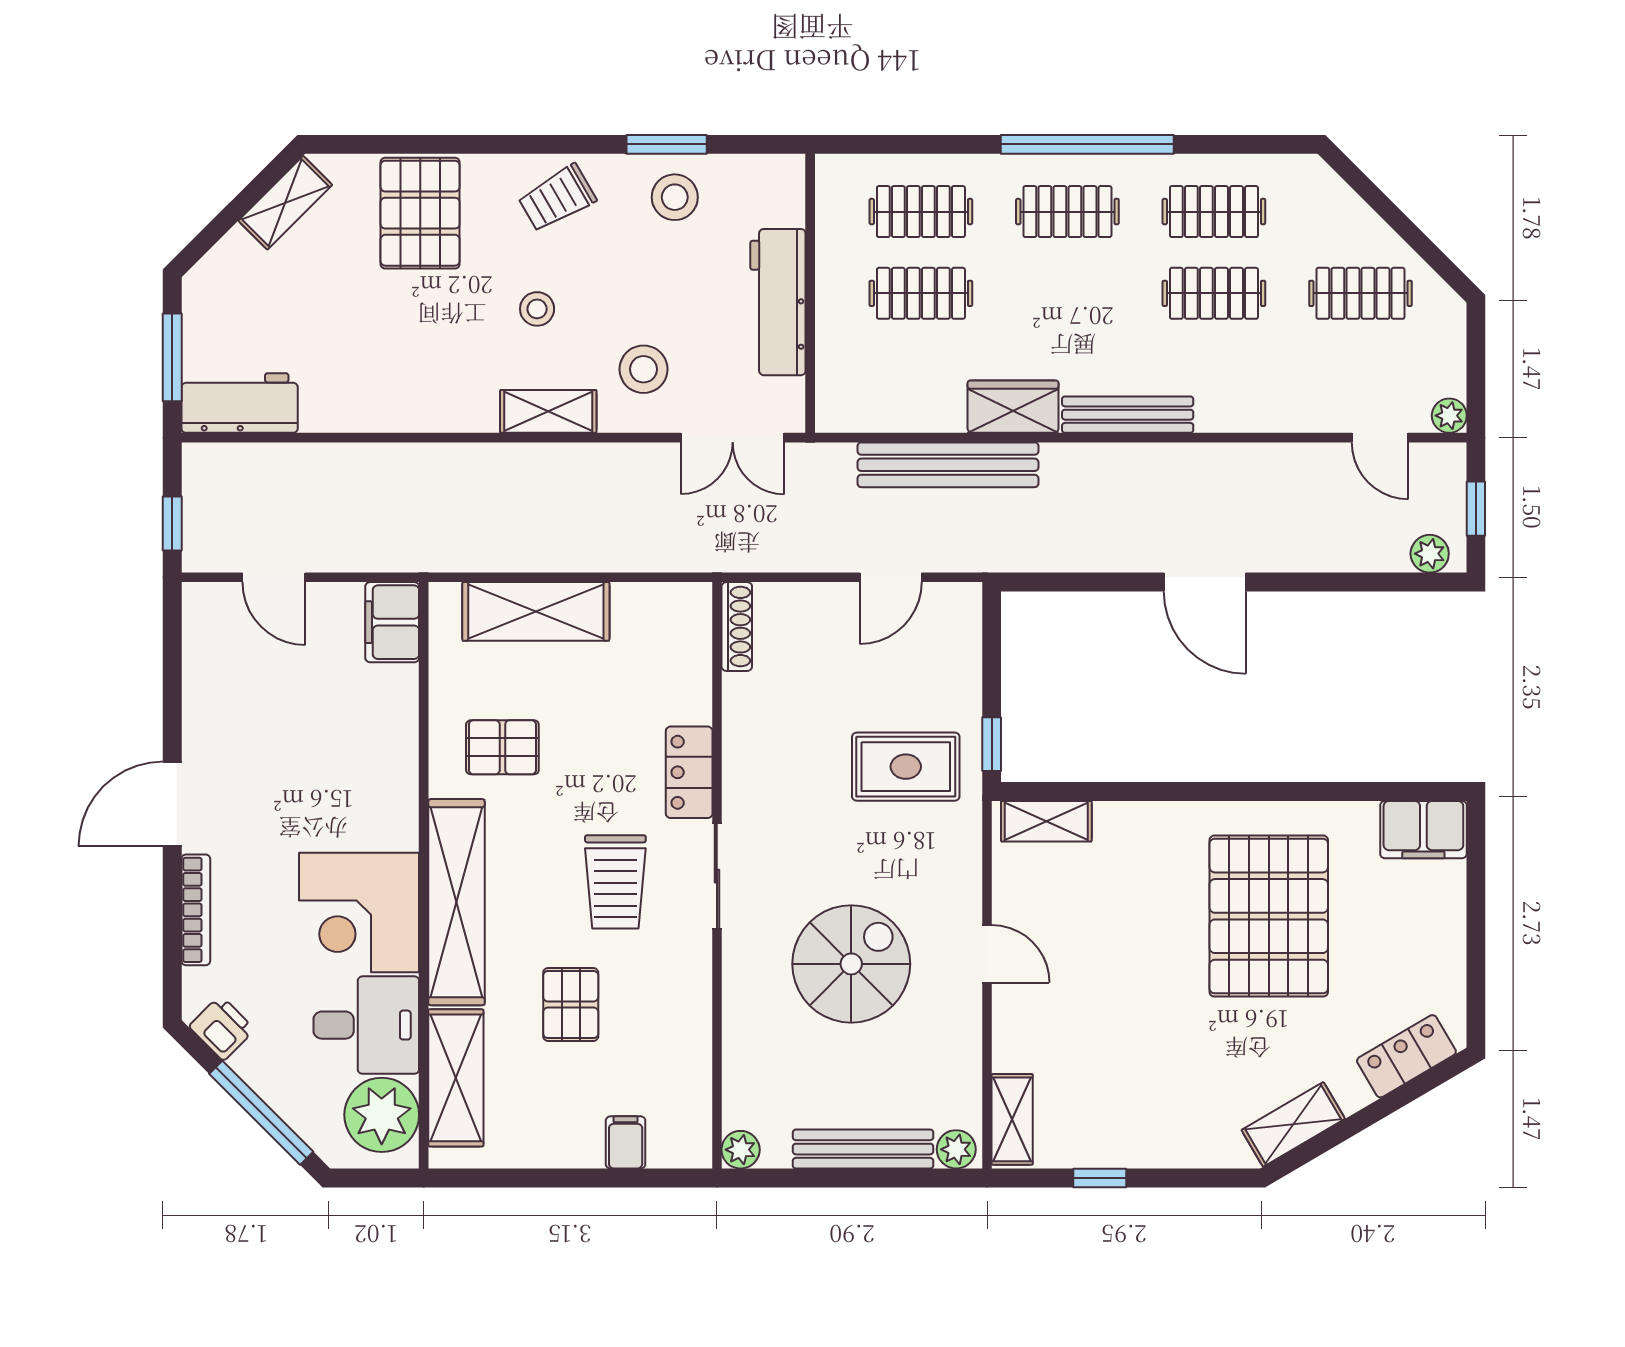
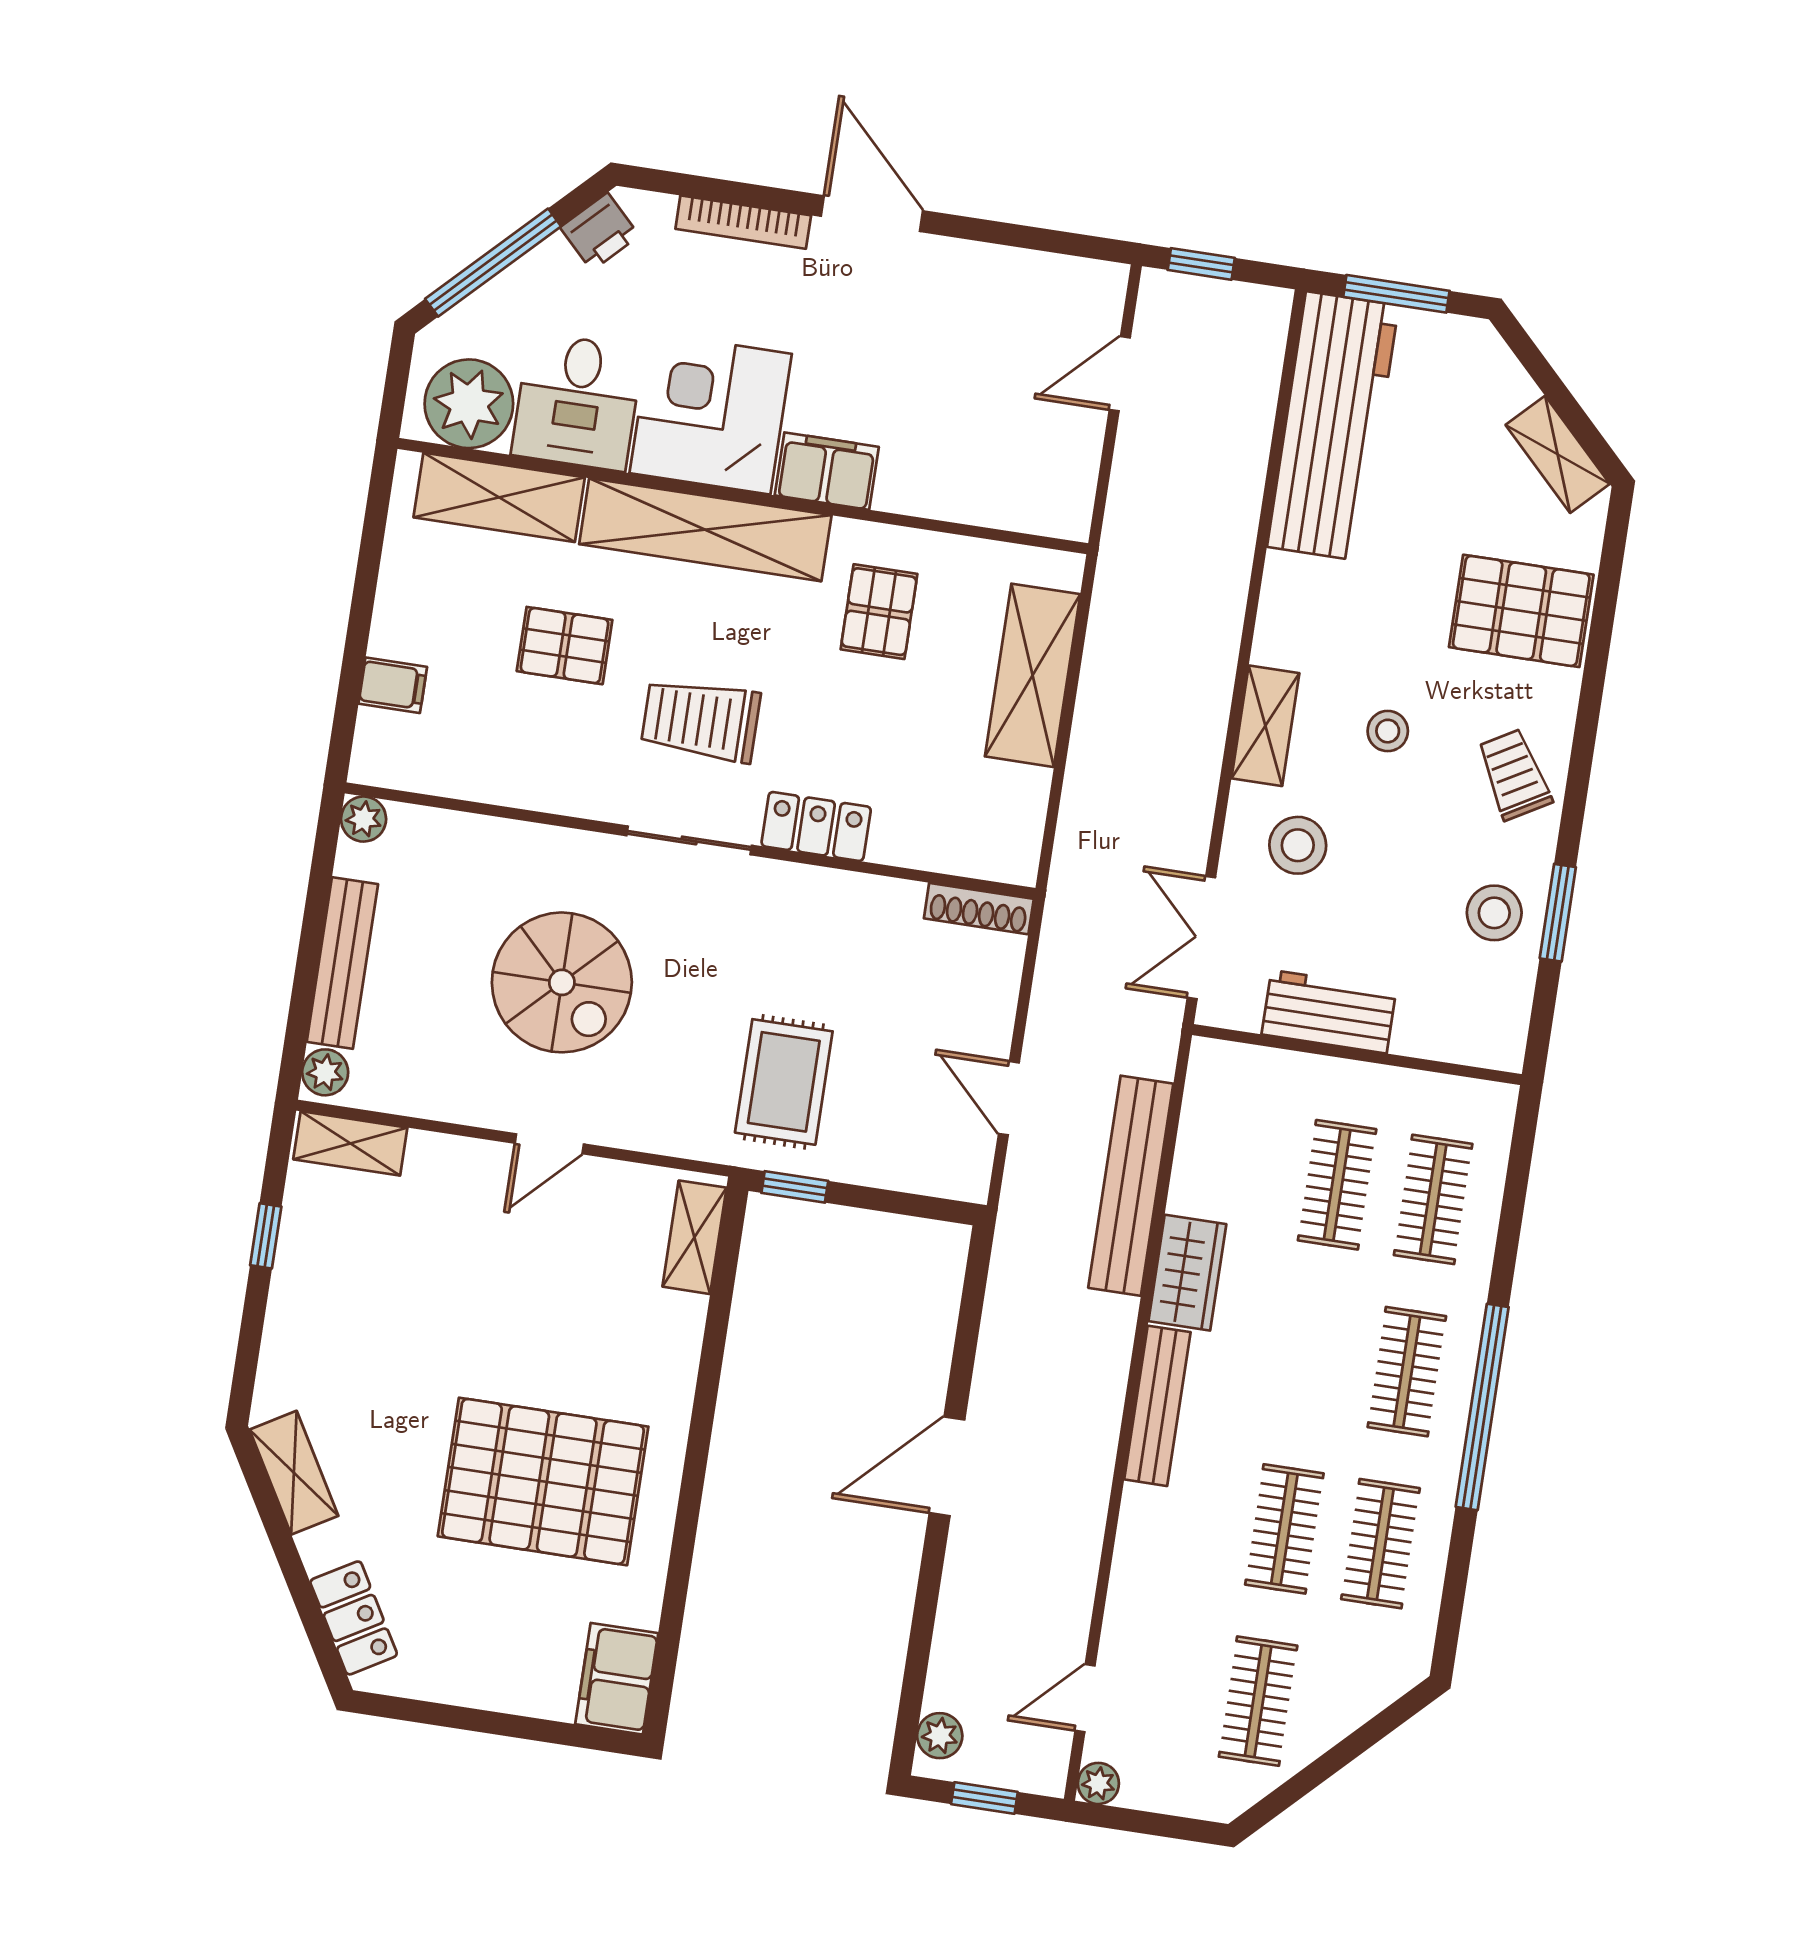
workbench: (778, 302) -> (1329, 1012), width x0.73
workbench: (240, 403) -> (1333, 426), width x1.88, depth x1.32
filing cabinet: (392, 622) -> (827, 471), moved

